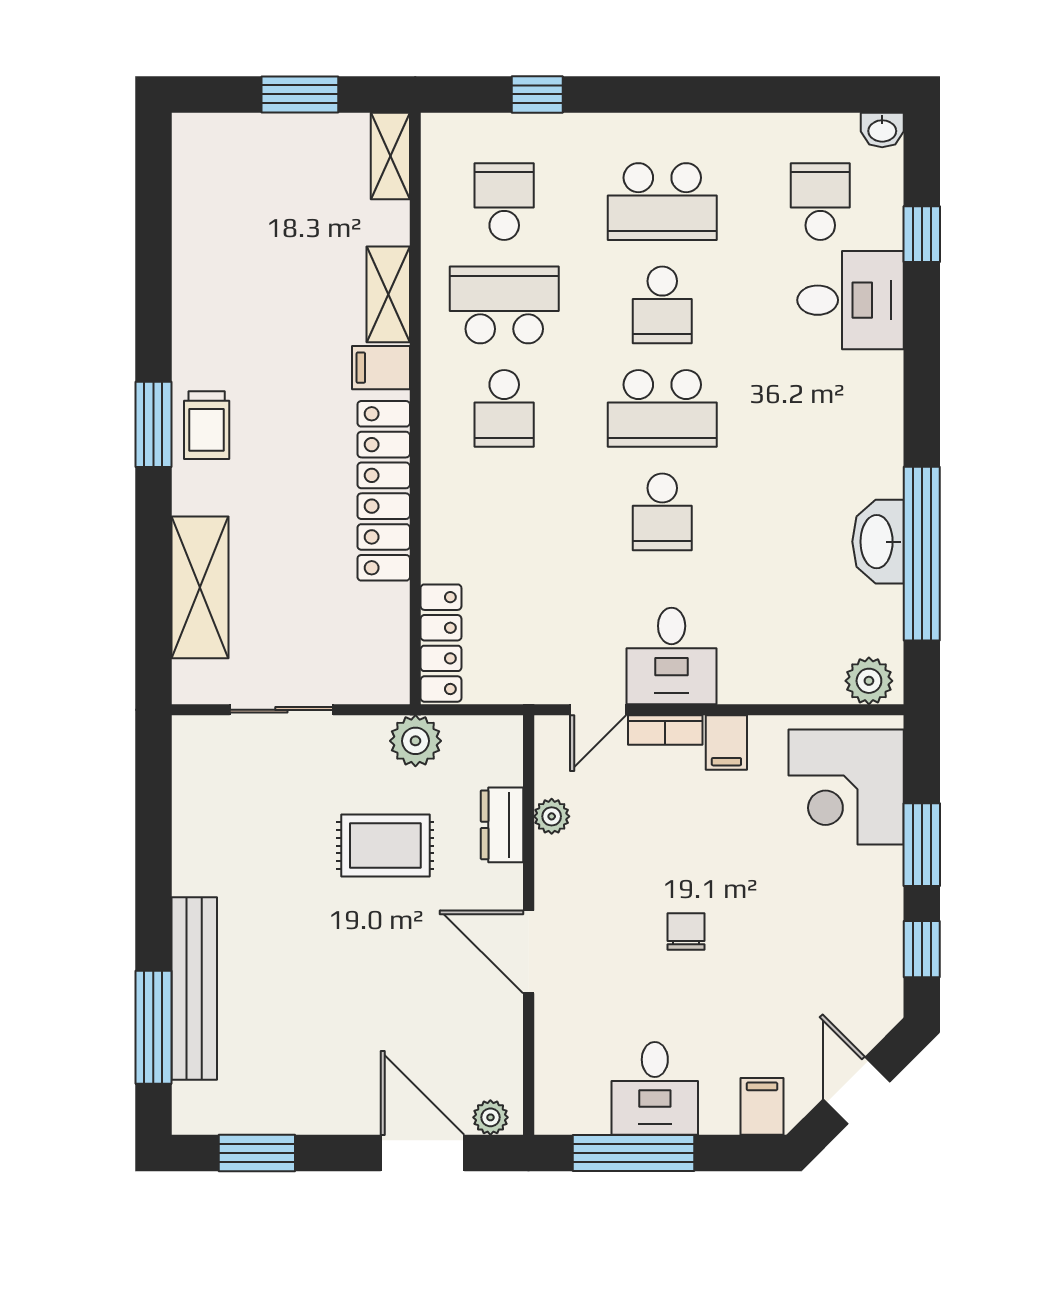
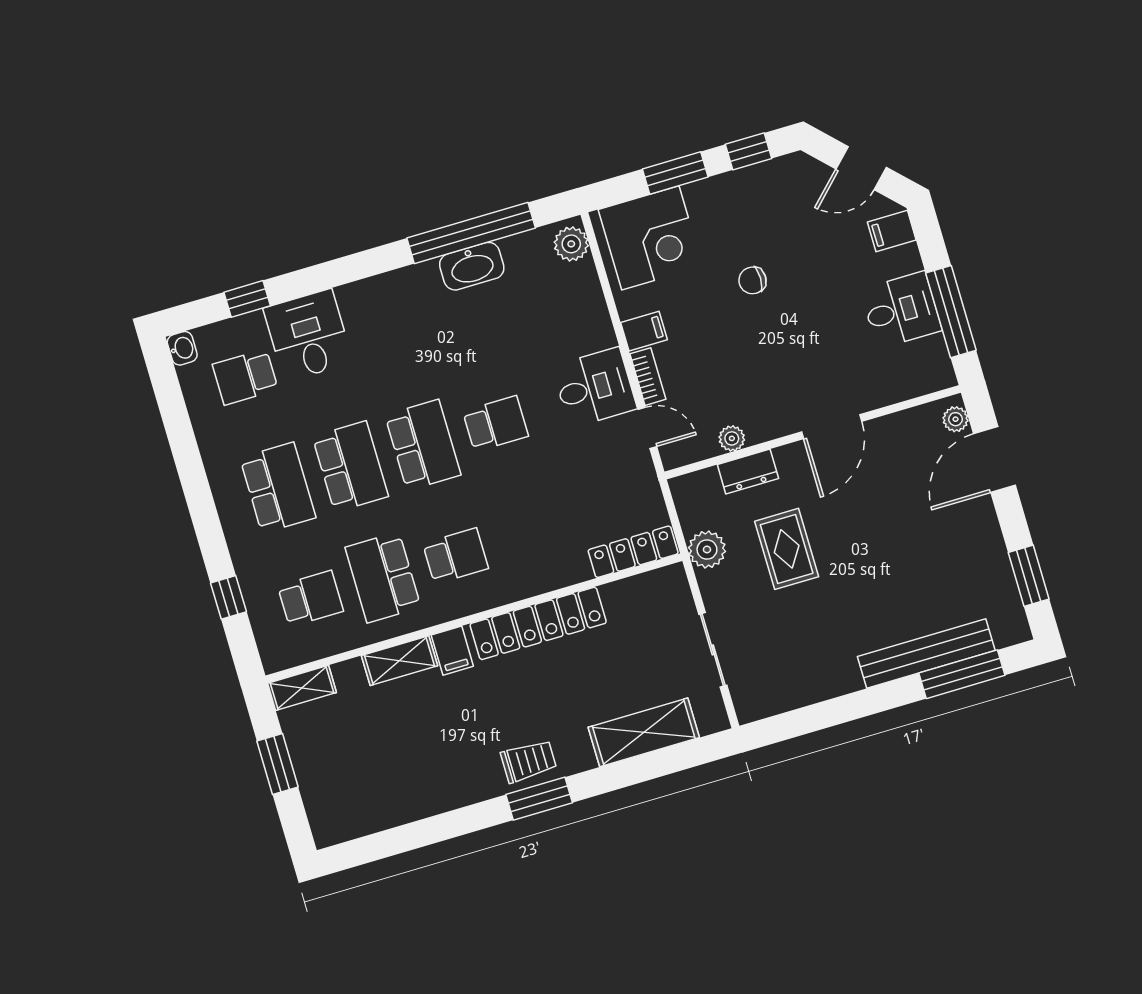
school desk: (504, 202) -> (310, 599), turned 180
school desk: (662, 305) -> (350, 466), width x1.85
chair: (686, 932) -> (752, 280), moved

